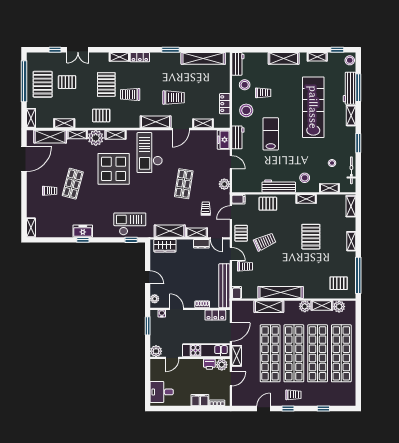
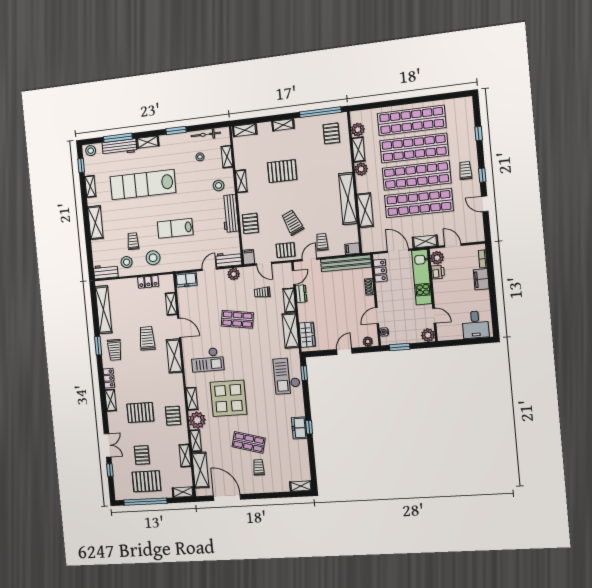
trolley: (130, 94) -> (115, 350), moved
workbench: (238, 137) -> (229, 259), moved
checkout: (150, 153) -> (207, 360), width x0.73, depth x0.83

